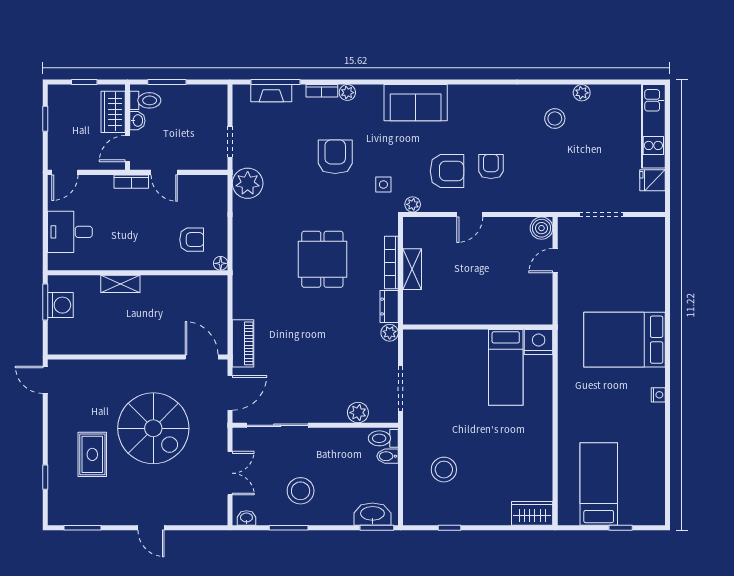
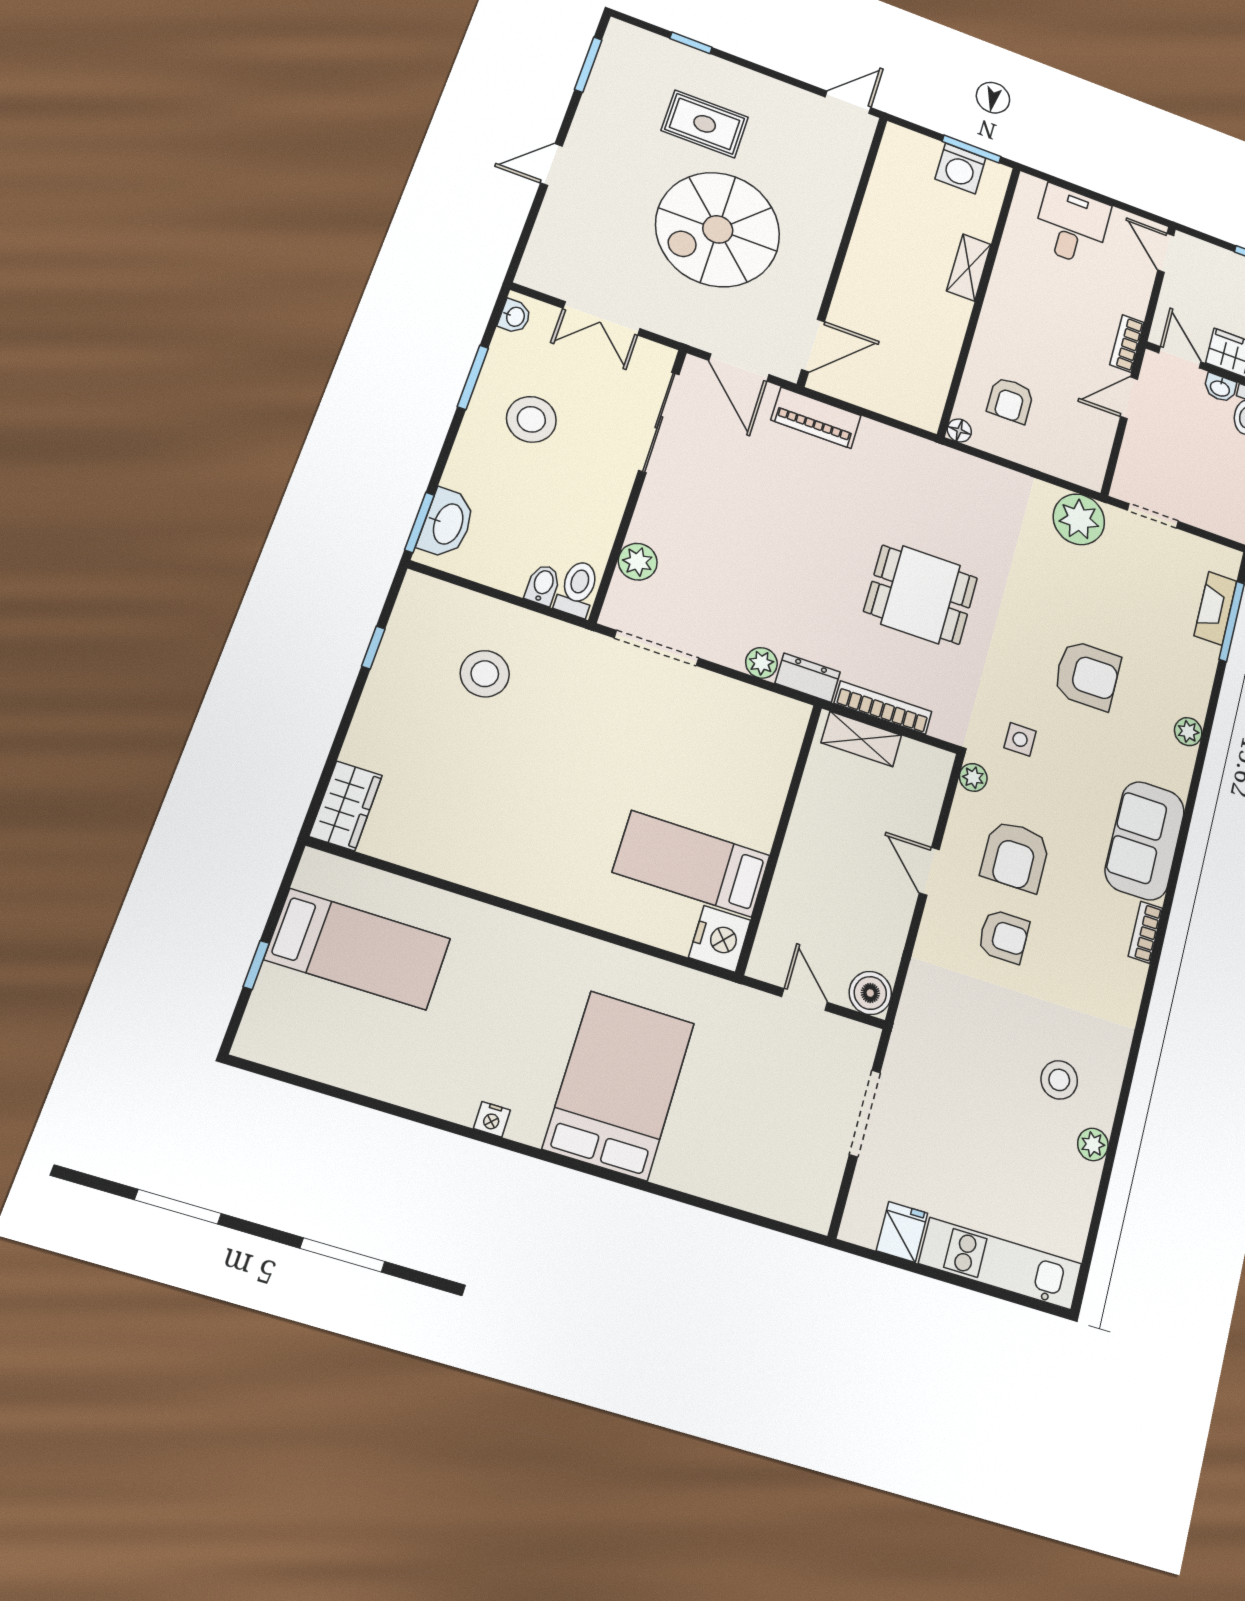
bookcase: (322, 91) -> (1145, 932), moved
wall: (478, 327) -> (779, 838), moved
nightstand: (539, 342) -> (720, 939), moved
bed: (506, 367) -> (691, 864), moved

